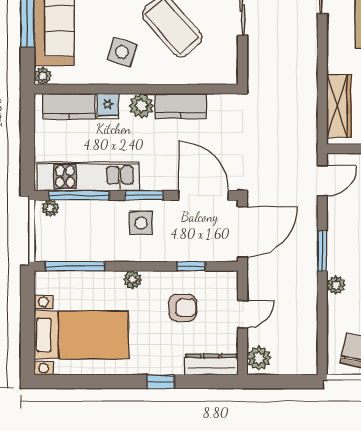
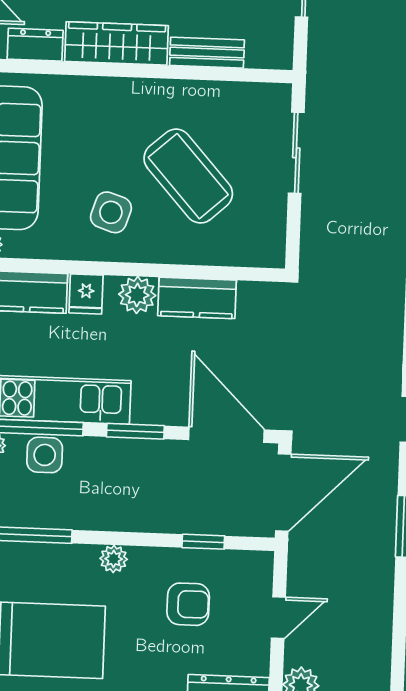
side table: (141, 223) -> (45, 455), moved

